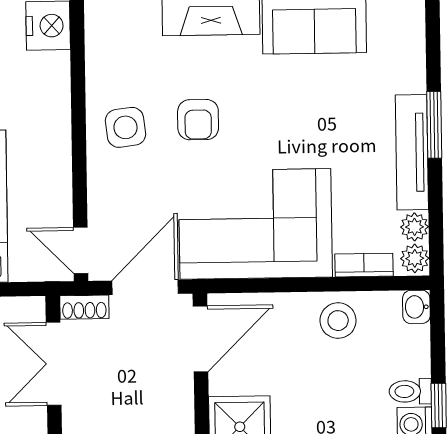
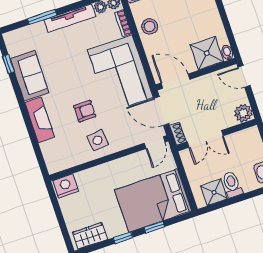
window: (434, 125) -> (42, 17), moved

